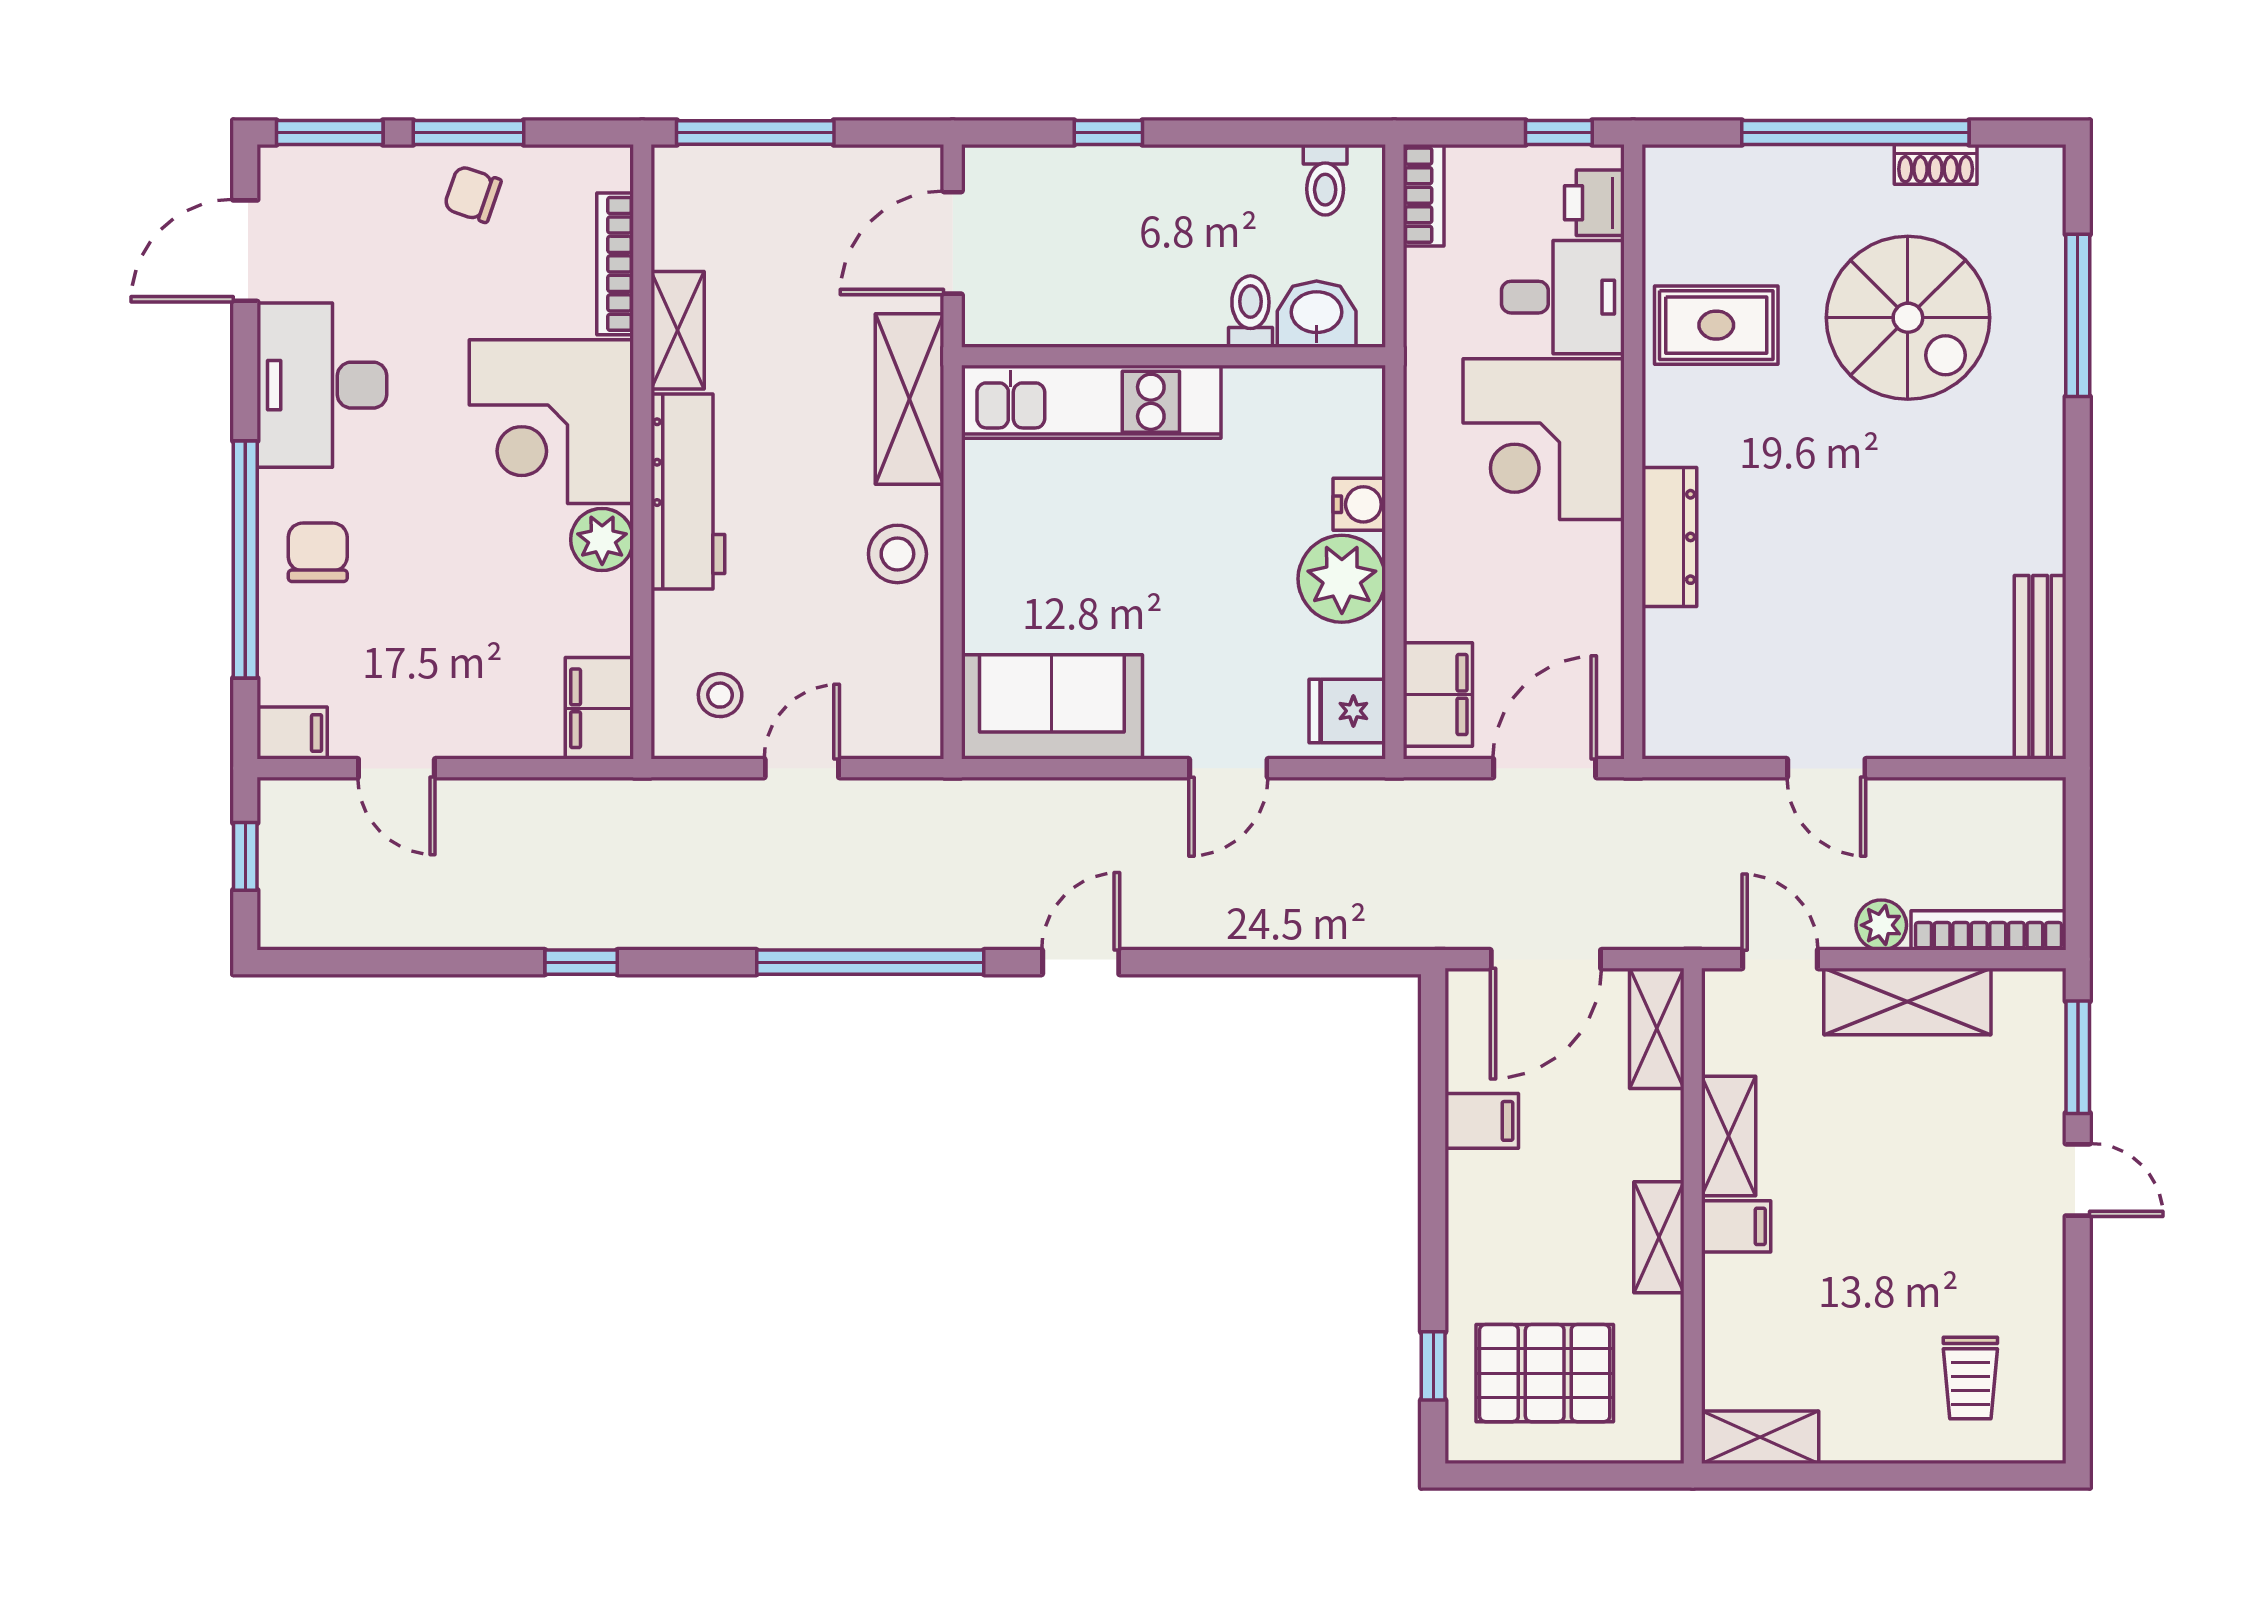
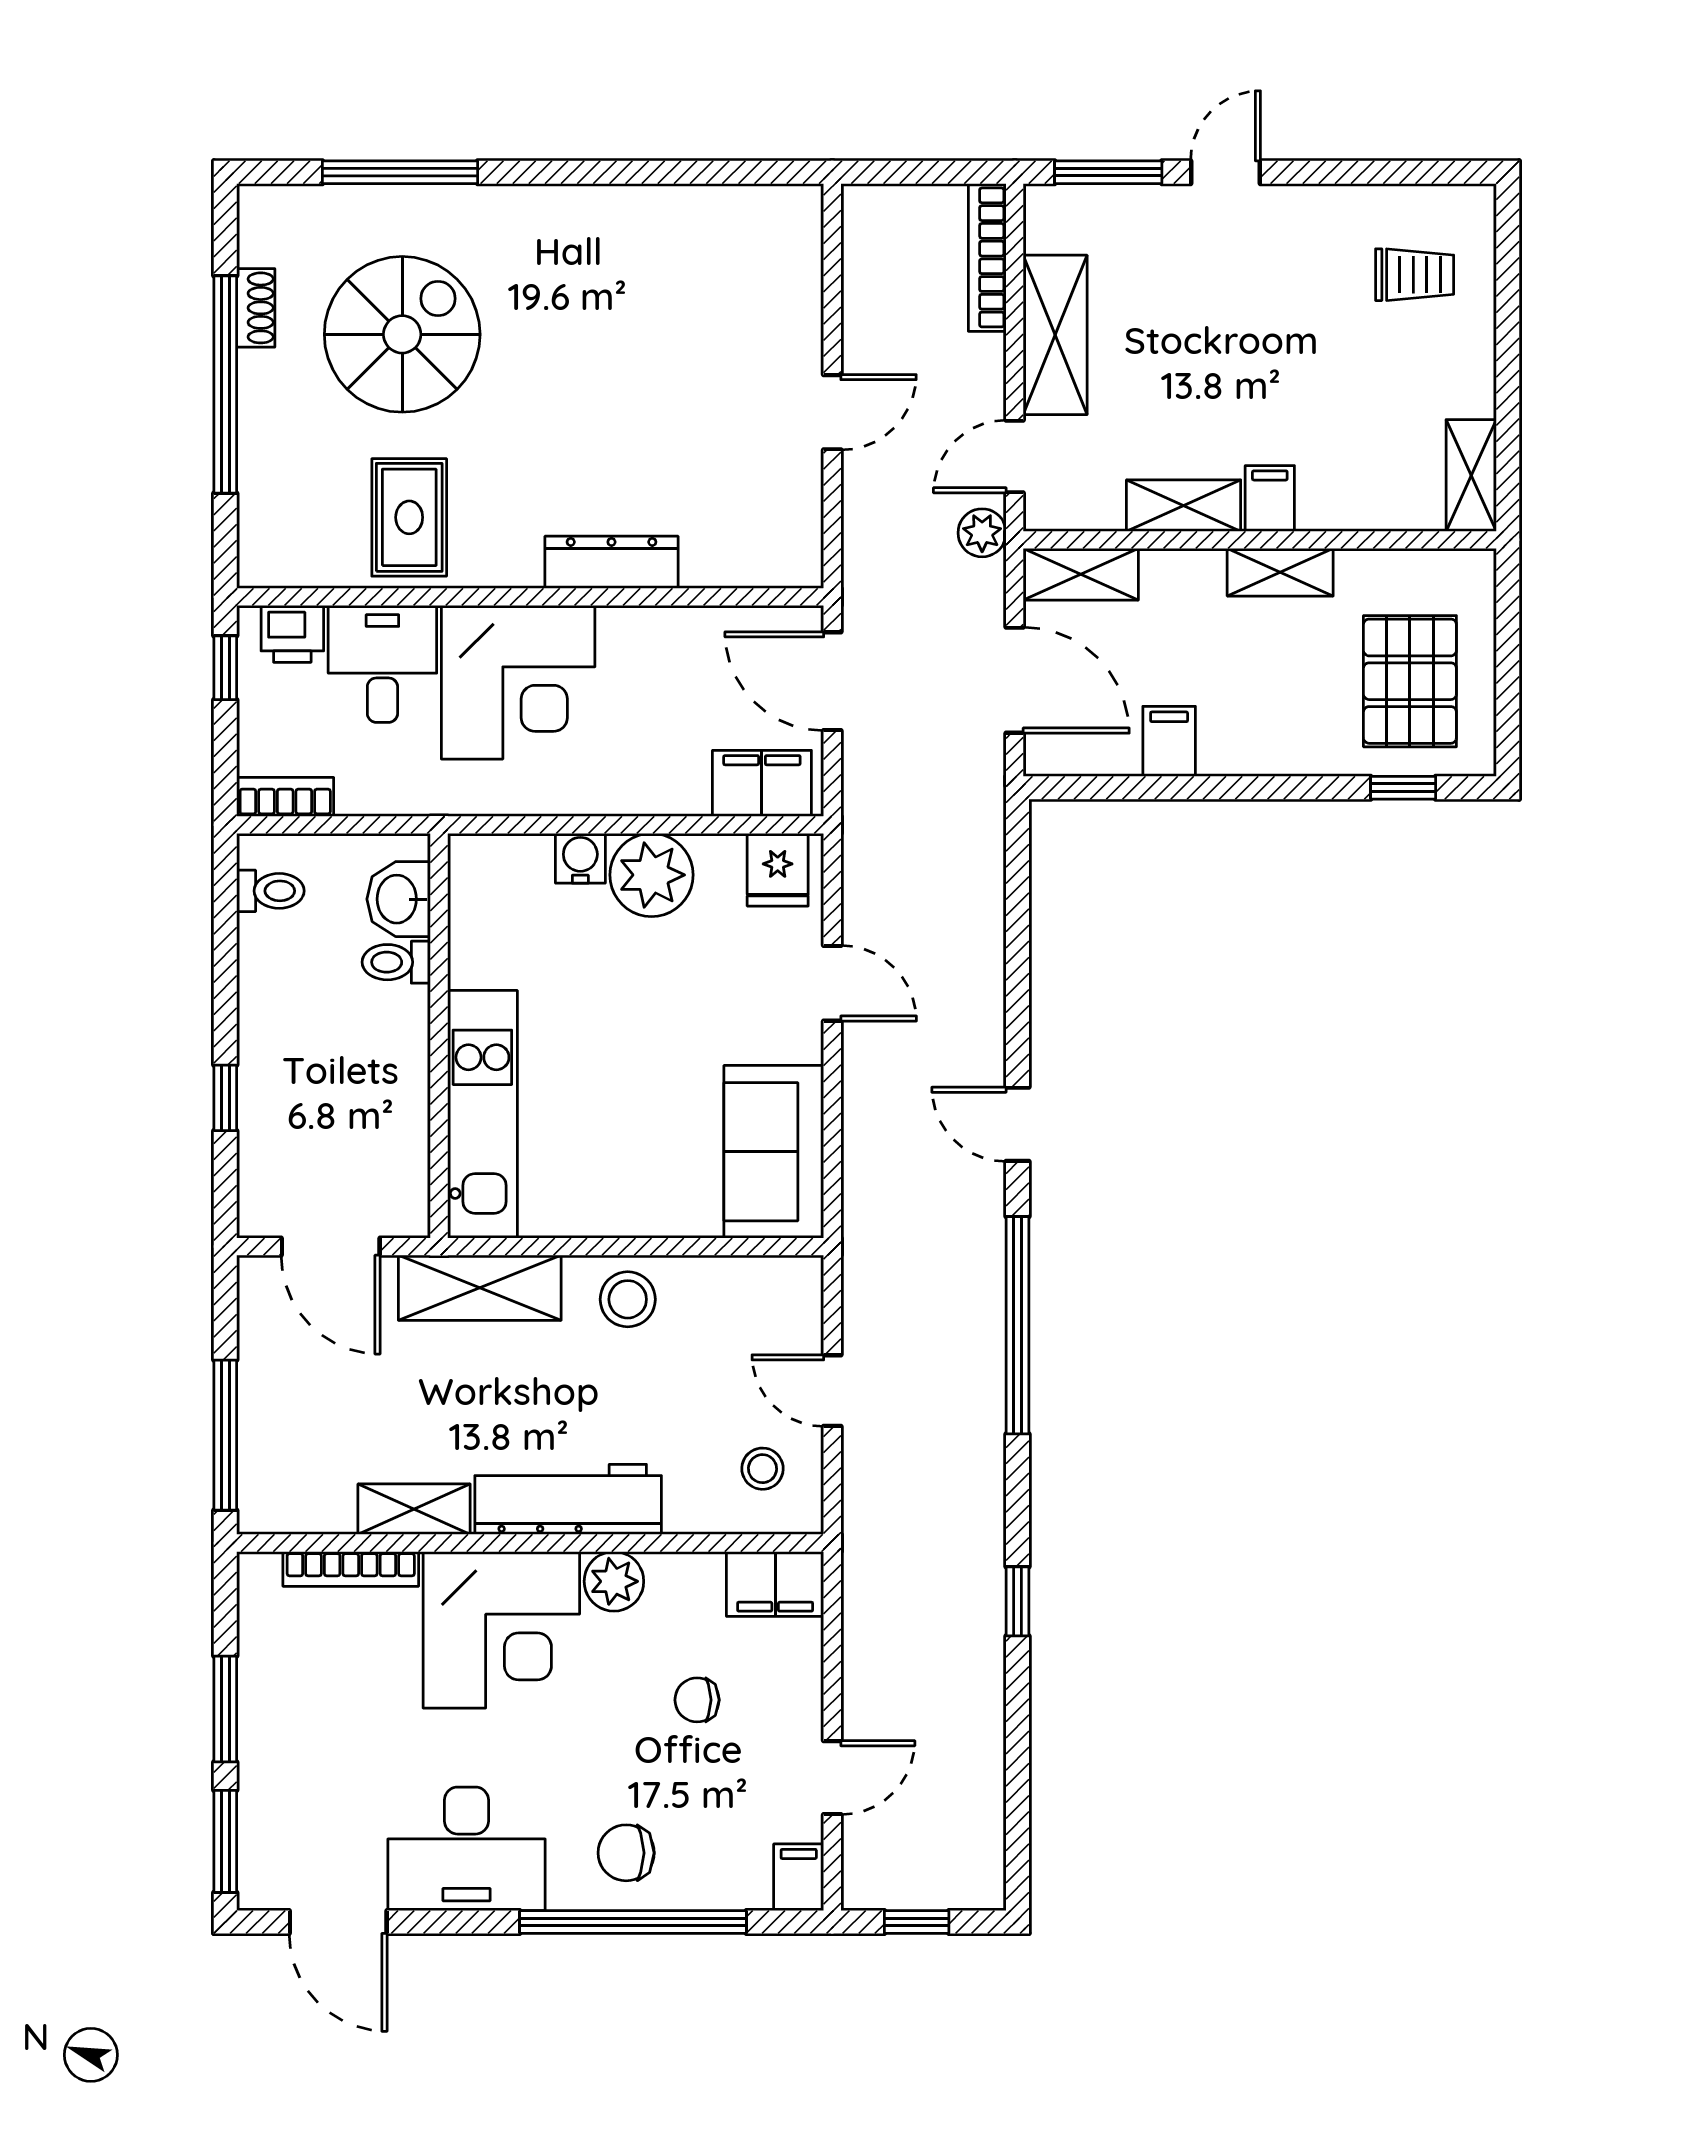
chair: (473, 194) -> (697, 1700), moved, turned 71
bench: (2040, 667) -> (736, 208), removed
plant: (1881, 925) -> (982, 533), moved

